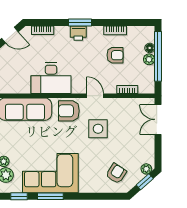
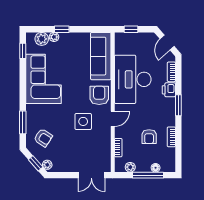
printer: (78, 33) -> (169, 90), moved
window: (158, 56) -> (148, 175), width x0.68
plant: (149, 59) -> (130, 167), moved
desk: (51, 78) -> (133, 79), width x1.36, depth x1.30
double door: (158, 119) -> (91, 175), swing flipped
window: (50, 196) -> (23, 122), moved

